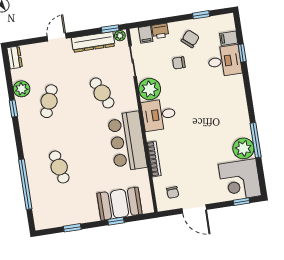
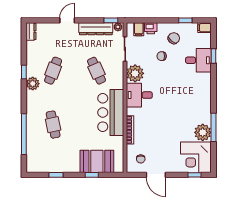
filing cabinet: (229, 38) -> (205, 28), moved
plant: (22, 89) -> (33, 84), moved

